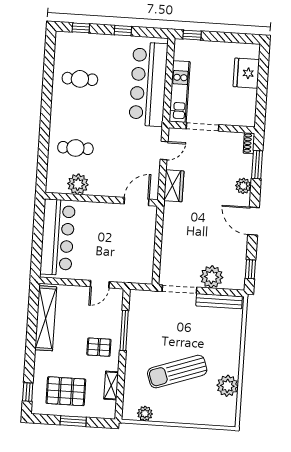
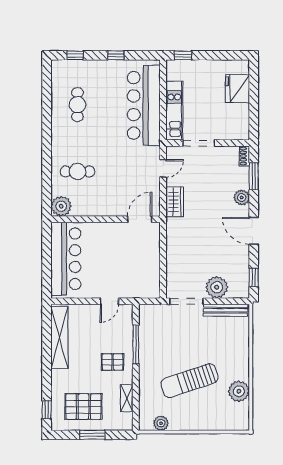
cafe table: (80, 79) -> (77, 105), turned 90
plant: (78, 184) -> (61, 206), moved

